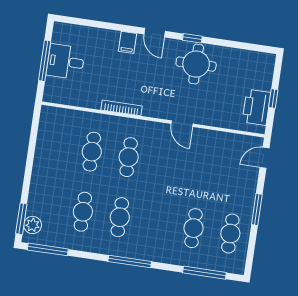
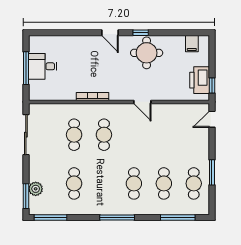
filing cabinet: (128, 42) -> (192, 44), moved
window: (273, 99) -> (212, 85), moved
sliding door: (32, 143) -> (26, 135), added
window: (257, 209) -> (212, 172), moved
cafe table: (120, 217) -> (134, 183), moved
plant: (33, 225) -> (36, 189), moved

